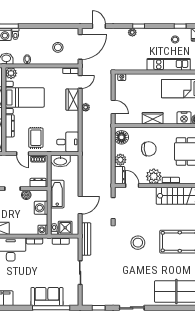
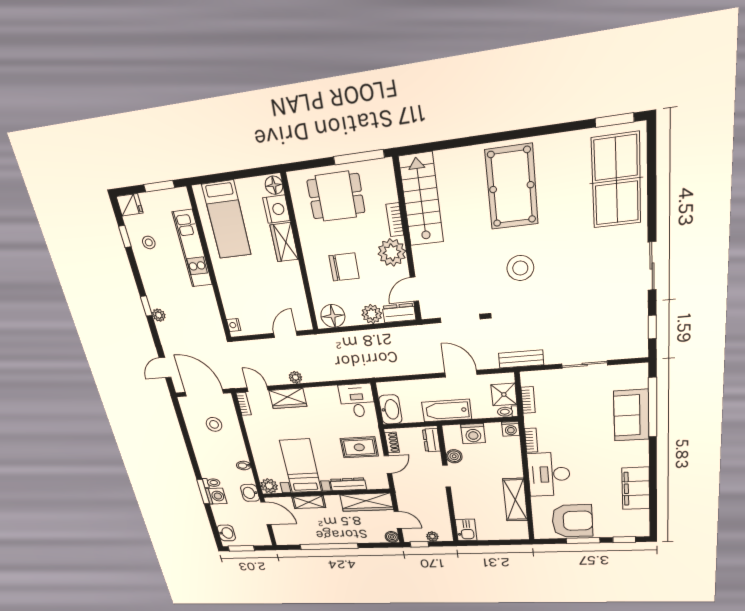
wardrobe: (153, 118) -> (284, 242), moved
chair: (149, 149) -> (344, 267), turned 96
bench: (86, 239) -> (521, 359), width x0.73

